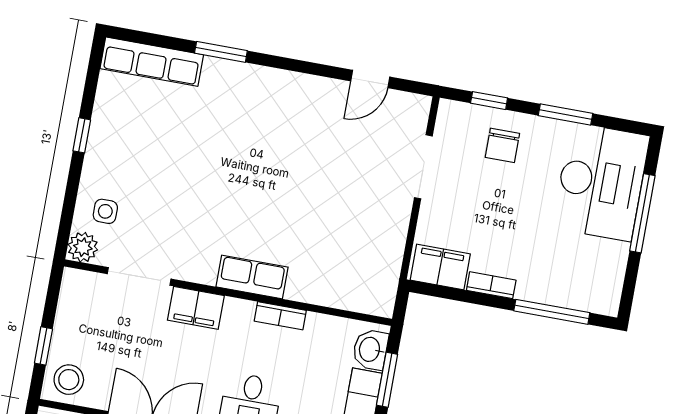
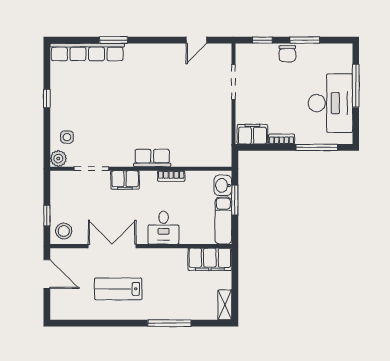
row of seats: (152, 62) -> (87, 52), width x1.36
chair: (502, 145) -> (287, 54), moved
desk: (601, 182) -> (330, 103), moved

